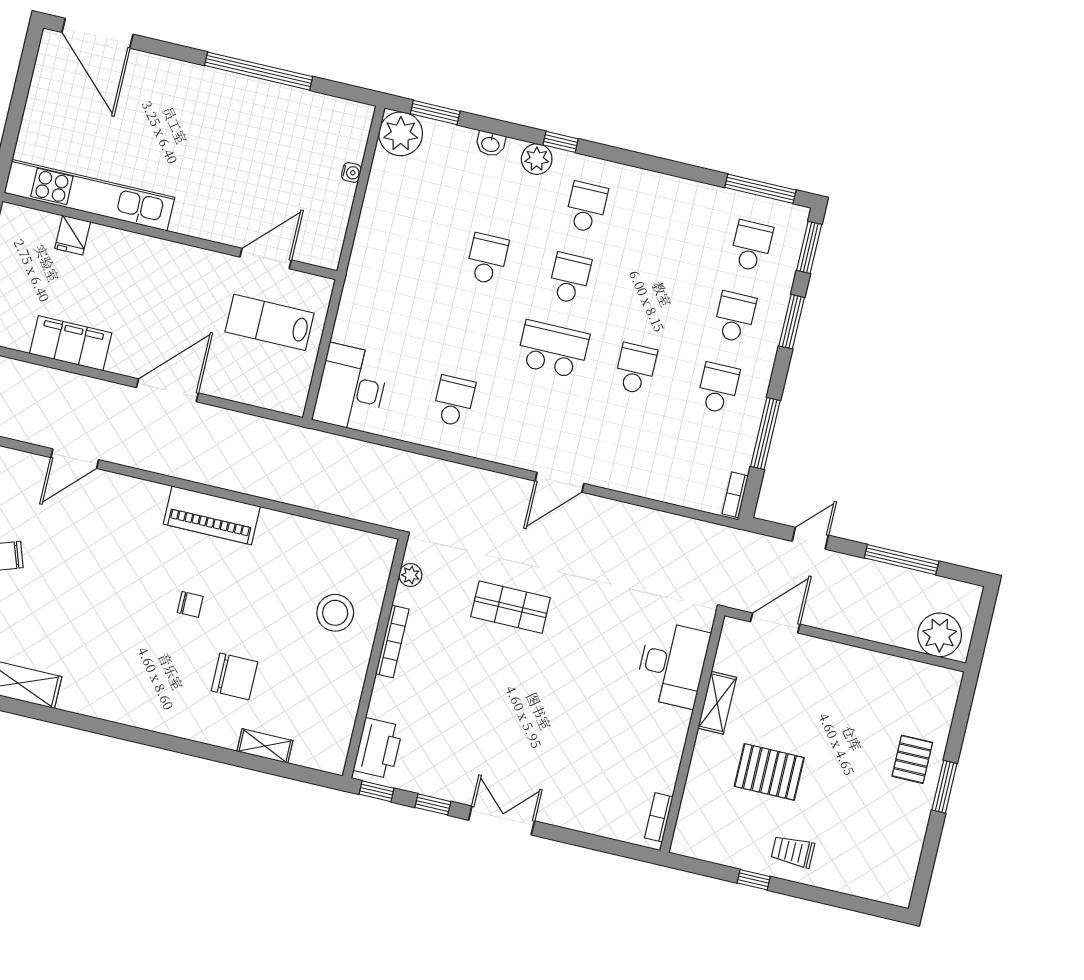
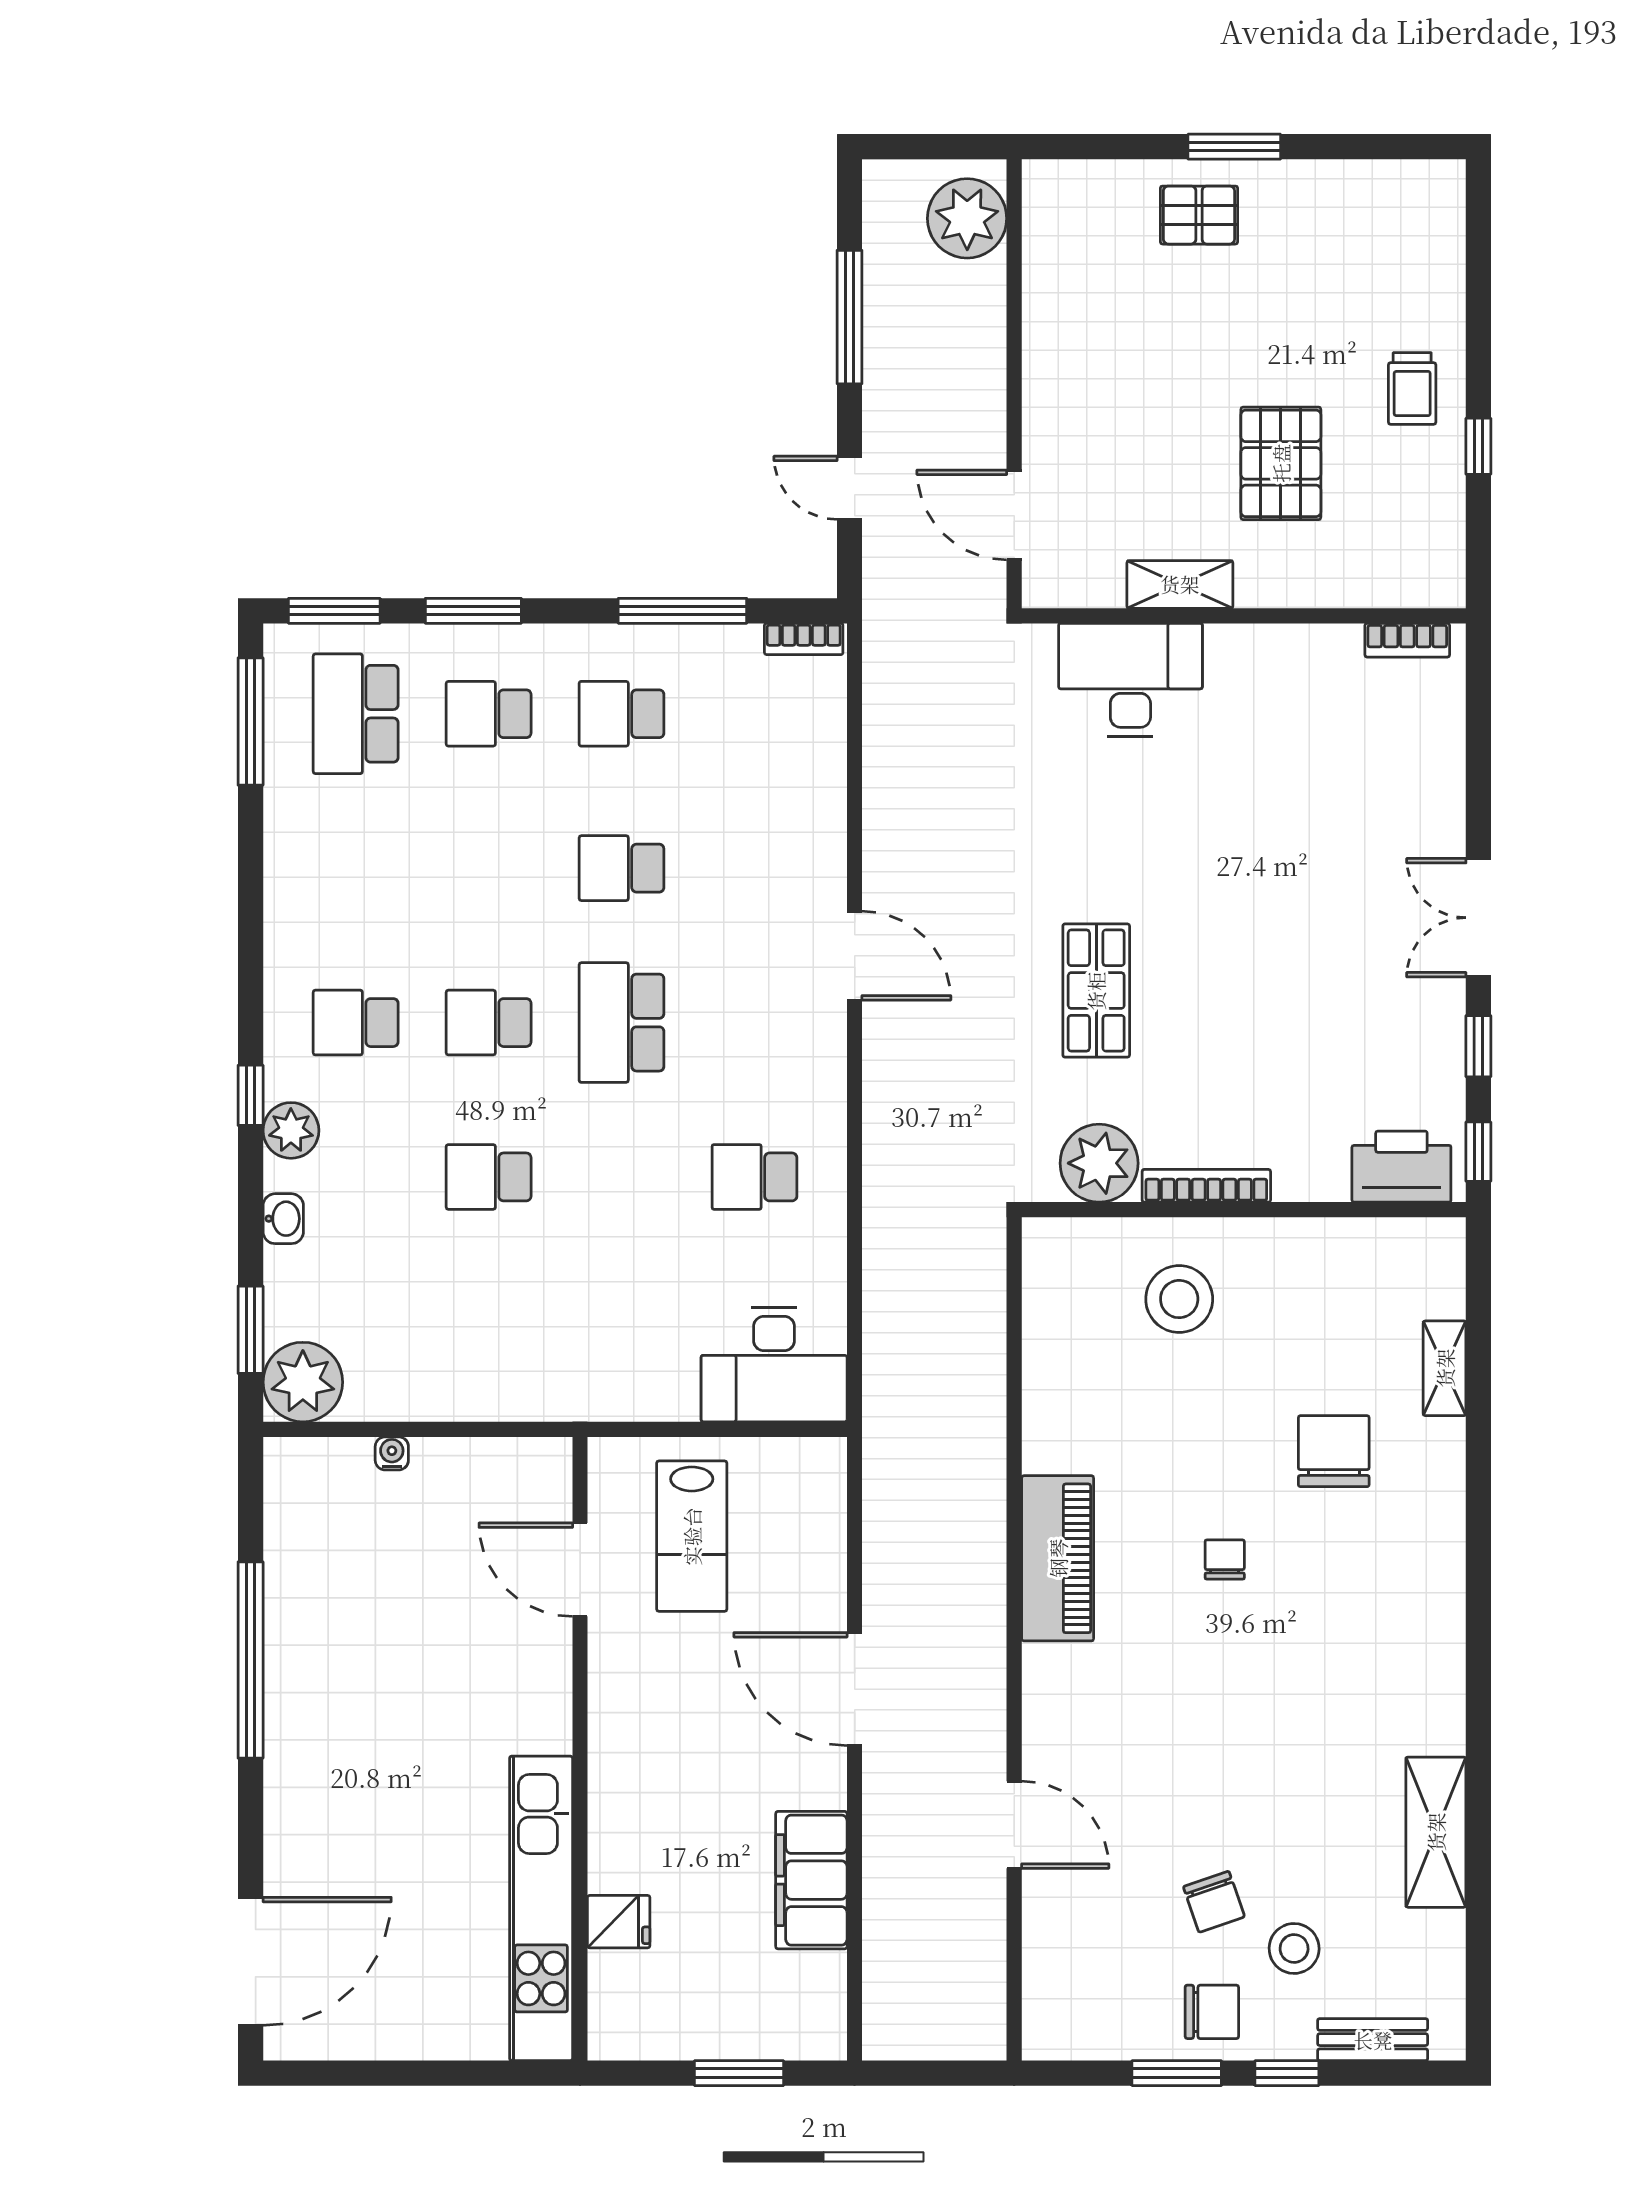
school desk: (751, 246) -> (356, 714), width x1.85
plant: (410, 575) -> (1099, 1163), width x1.87, depth x1.87

